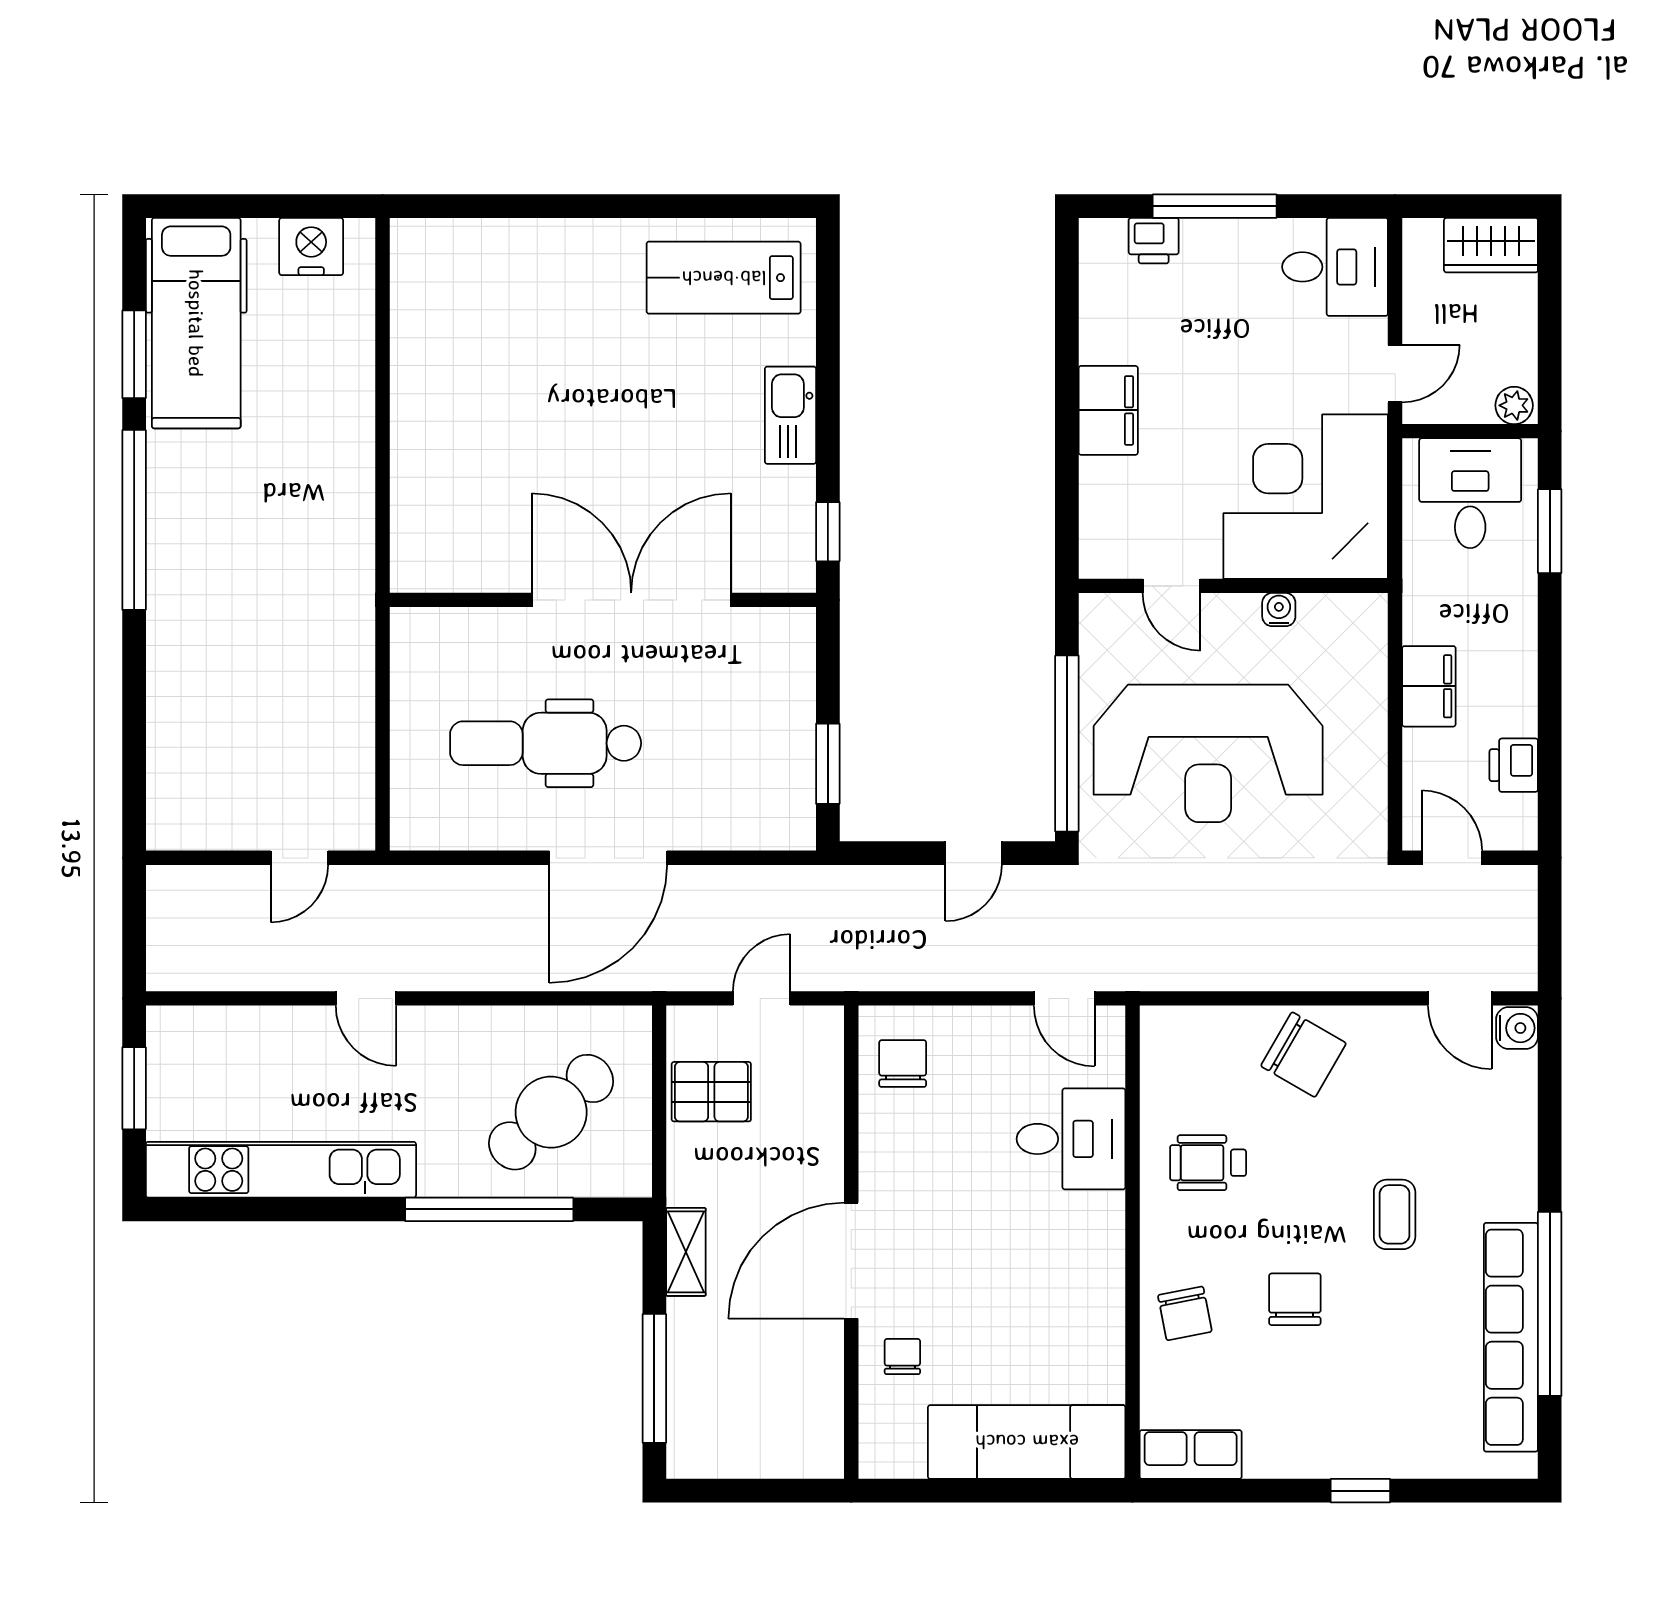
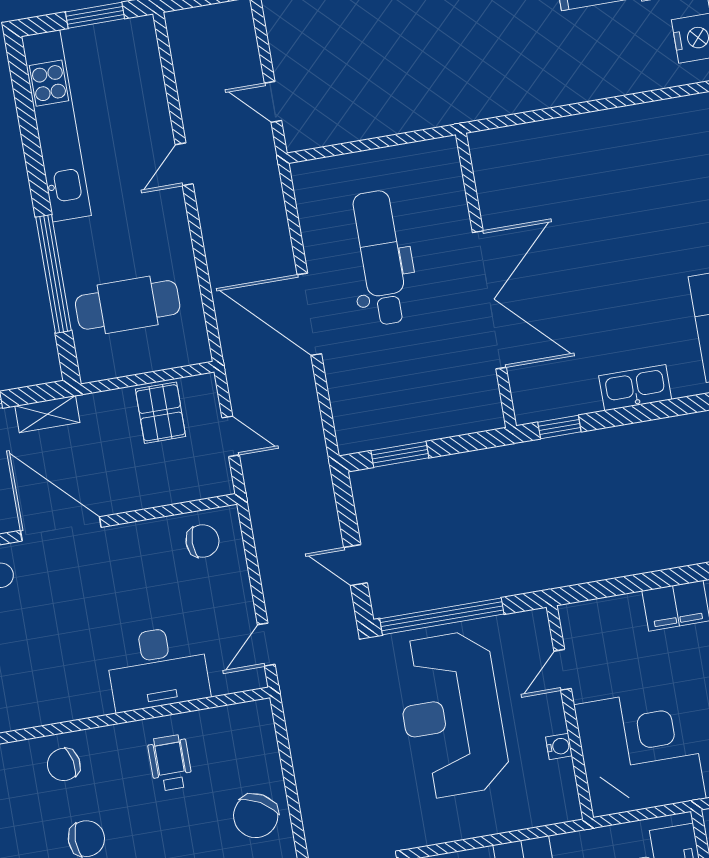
cafe table: (551, 1112) -> (128, 305), turned -49
desk: (1071, 1139) -> (157, 668), width x1.37

